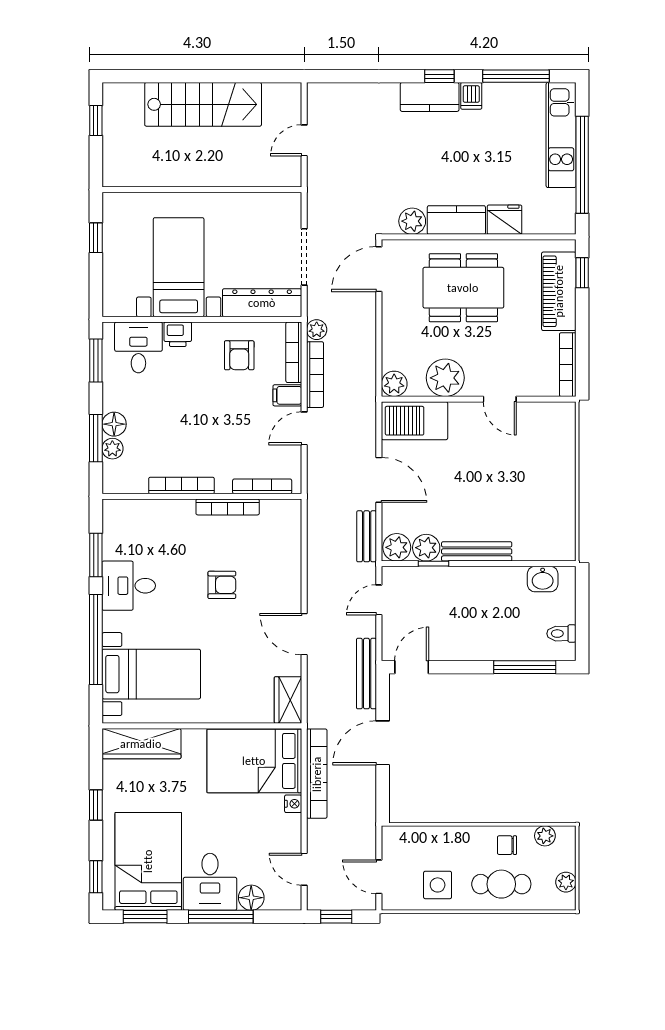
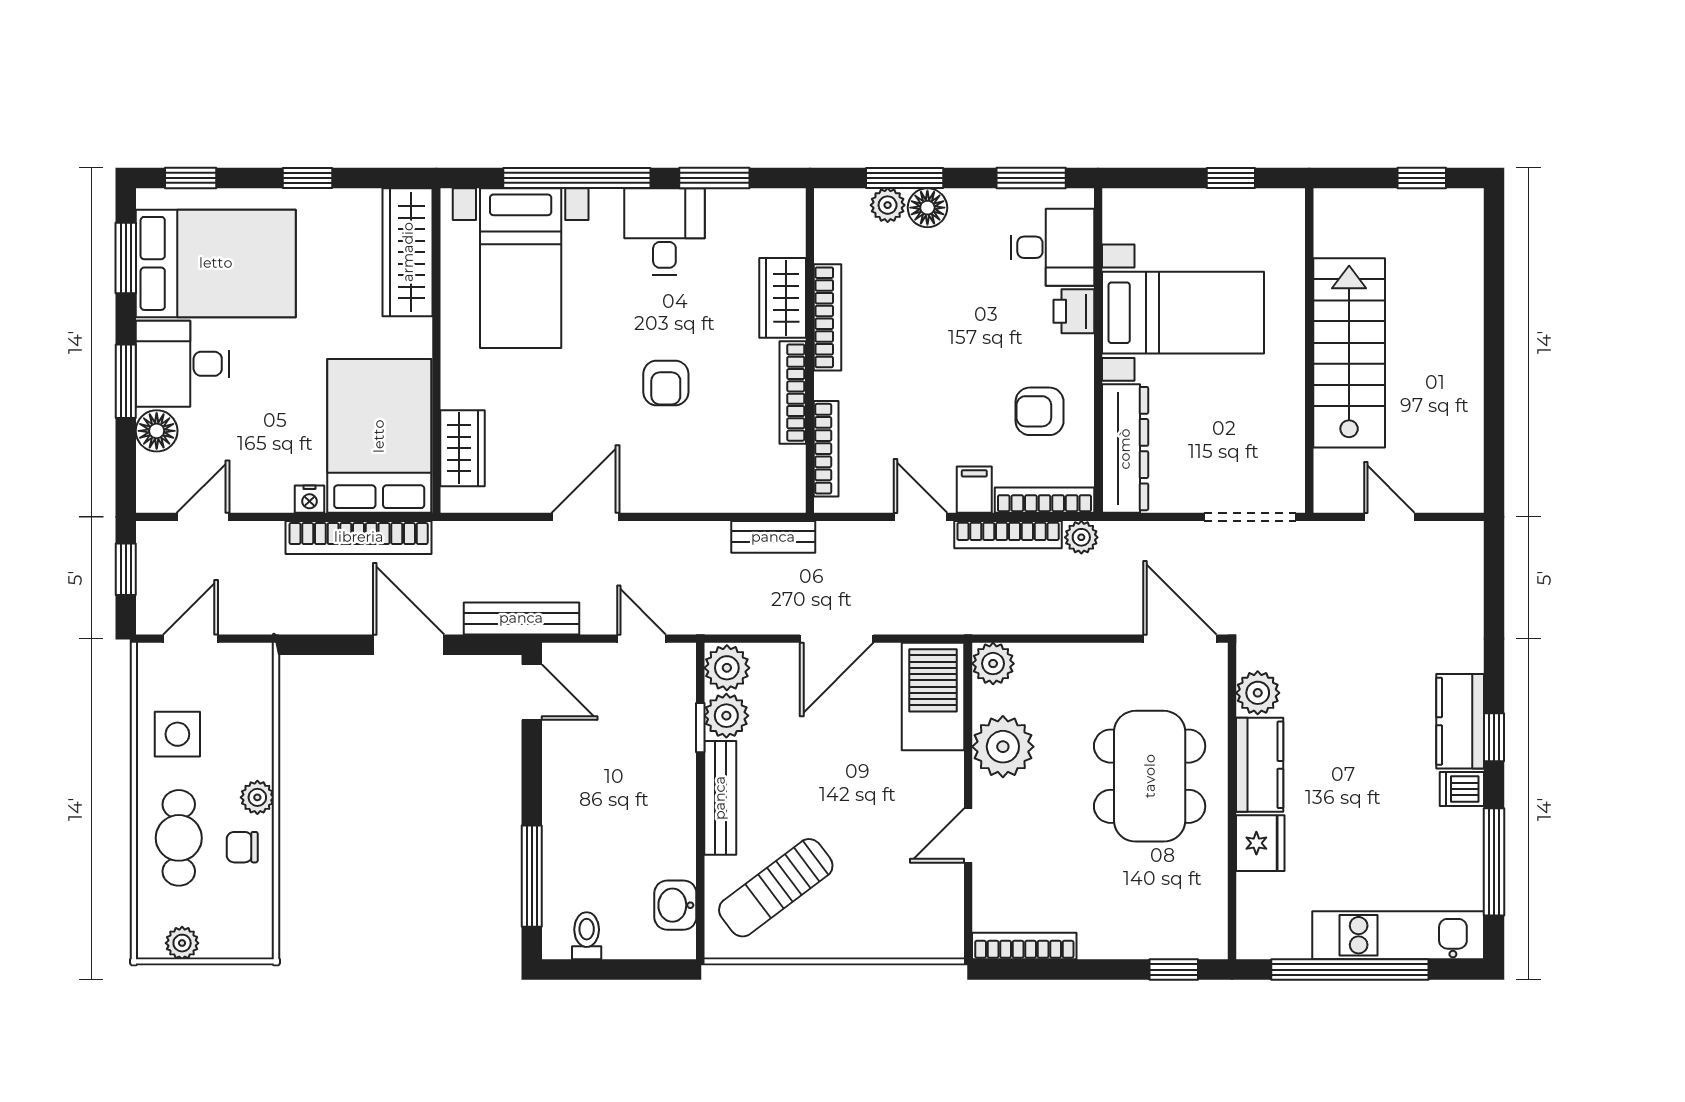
stairs: (203, 104) -> (1349, 353), moved, turned 180
doorway: (304, 257) -> (1250, 517), moved
piano: (559, 291) -> (1144, 932), removed
wardrobe: (170, 513) -> (783, 298), added
sun lounger: (532, 517) -> (776, 888), added
bench: (367, 536) -> (773, 537), moved
wardrobe: (288, 700) -> (463, 448), moved, turned 90
plant: (545, 836) -> (257, 797), moved
chair: (507, 845) -> (242, 847), turned -90
window: (221, 917) -> (126, 381), width x0.69

